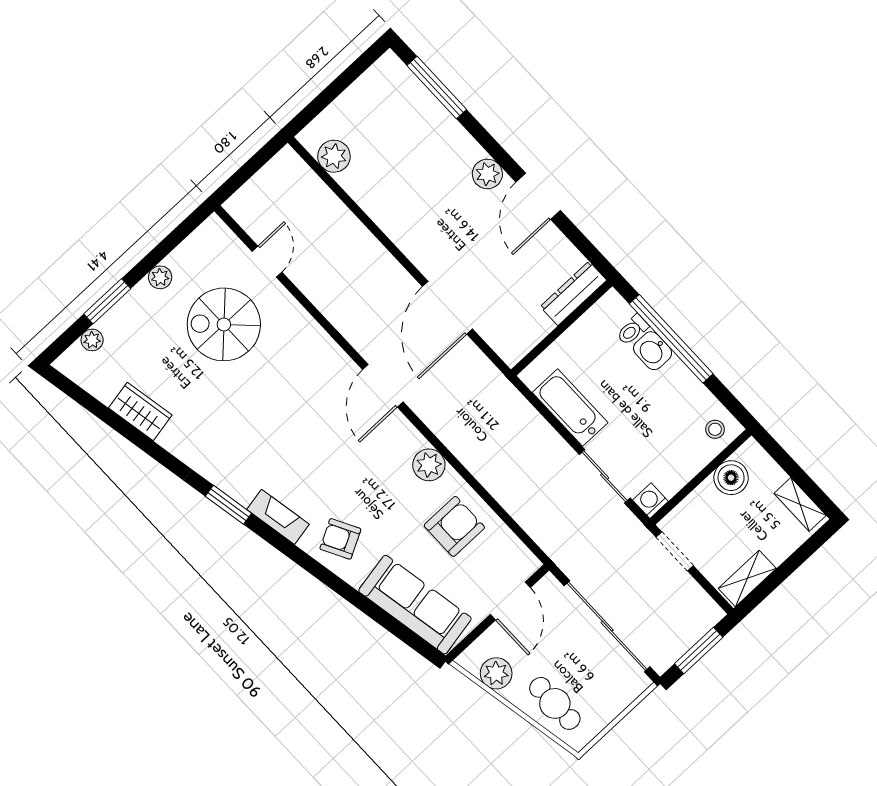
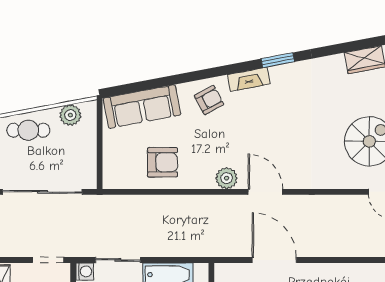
plant: (429, 465) -> (227, 178), moved
armchair: (454, 526) -> (163, 162), turned -90
door: (510, 601) -> (100, 156), removed

